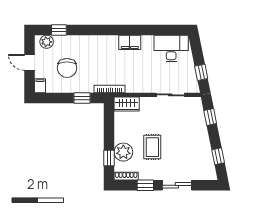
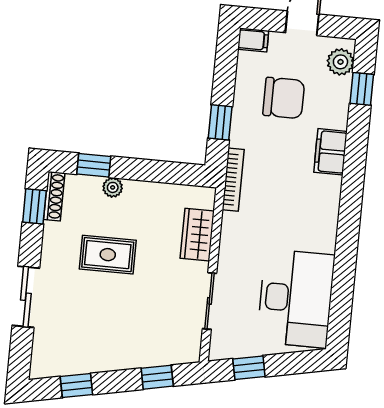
filing cabinet: (130, 42) -> (331, 152), moved
desk: (171, 49) -> (296, 298), width x1.36, depth x1.30
chair: (67, 68) -> (284, 98), turned 180
wardrobe: (127, 104) -> (197, 235), moved
plant: (123, 152) -> (113, 187), width x0.53, depth x0.53
window: (145, 185) -> (34, 206), moved

